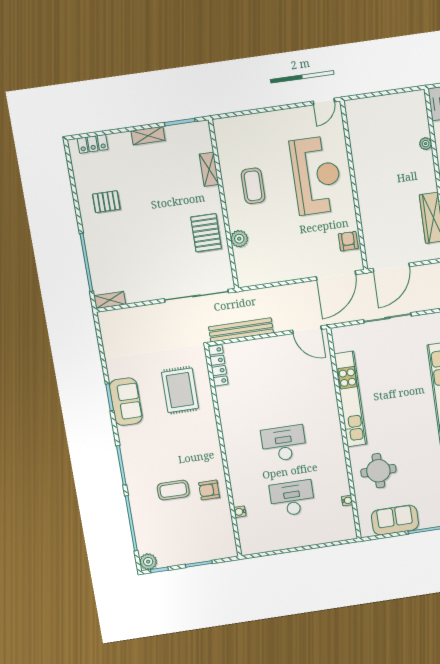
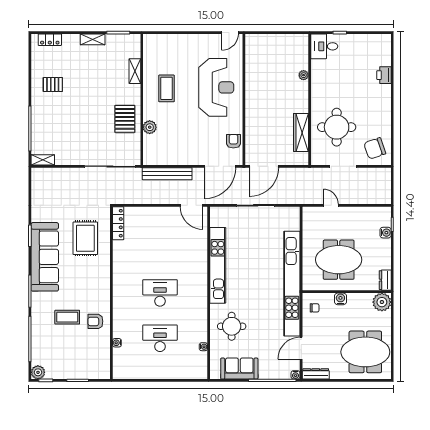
bench: (241, 330) -> (167, 174), moved
sofa: (126, 402) -> (45, 257), width x1.85, depth x1.27

